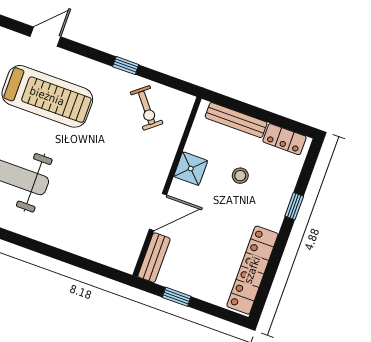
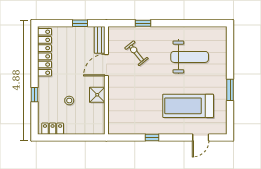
exercise bike: (147, 108) -> (136, 53), moved
bench: (236, 120) -> (82, 130), removed
window: (73, 259) -> (143, 23), added

